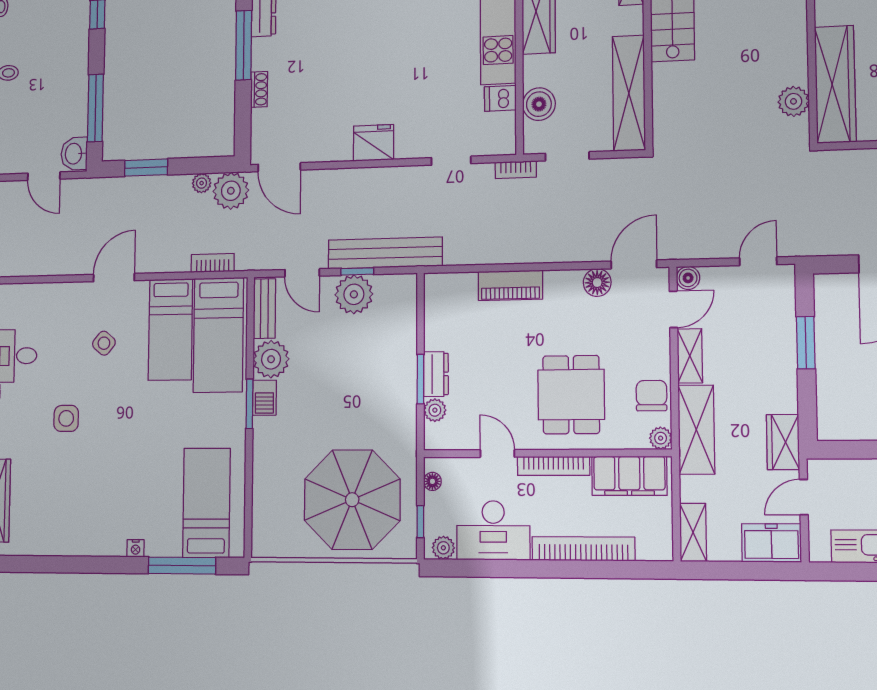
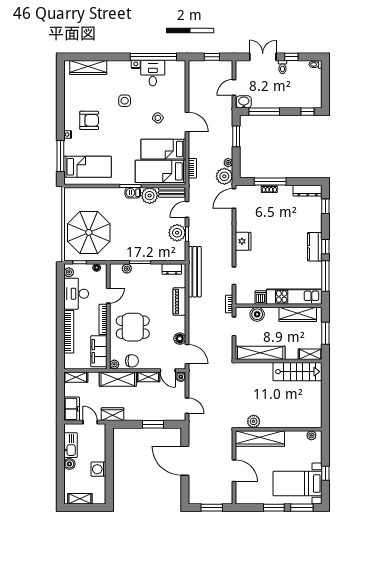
window: (244, 45) -> (270, 181), moved
bench: (385, 253) -> (195, 272), moved
dresser: (436, 374) -> (172, 269), moved
armchair: (106, 499) -> (89, 120), added

